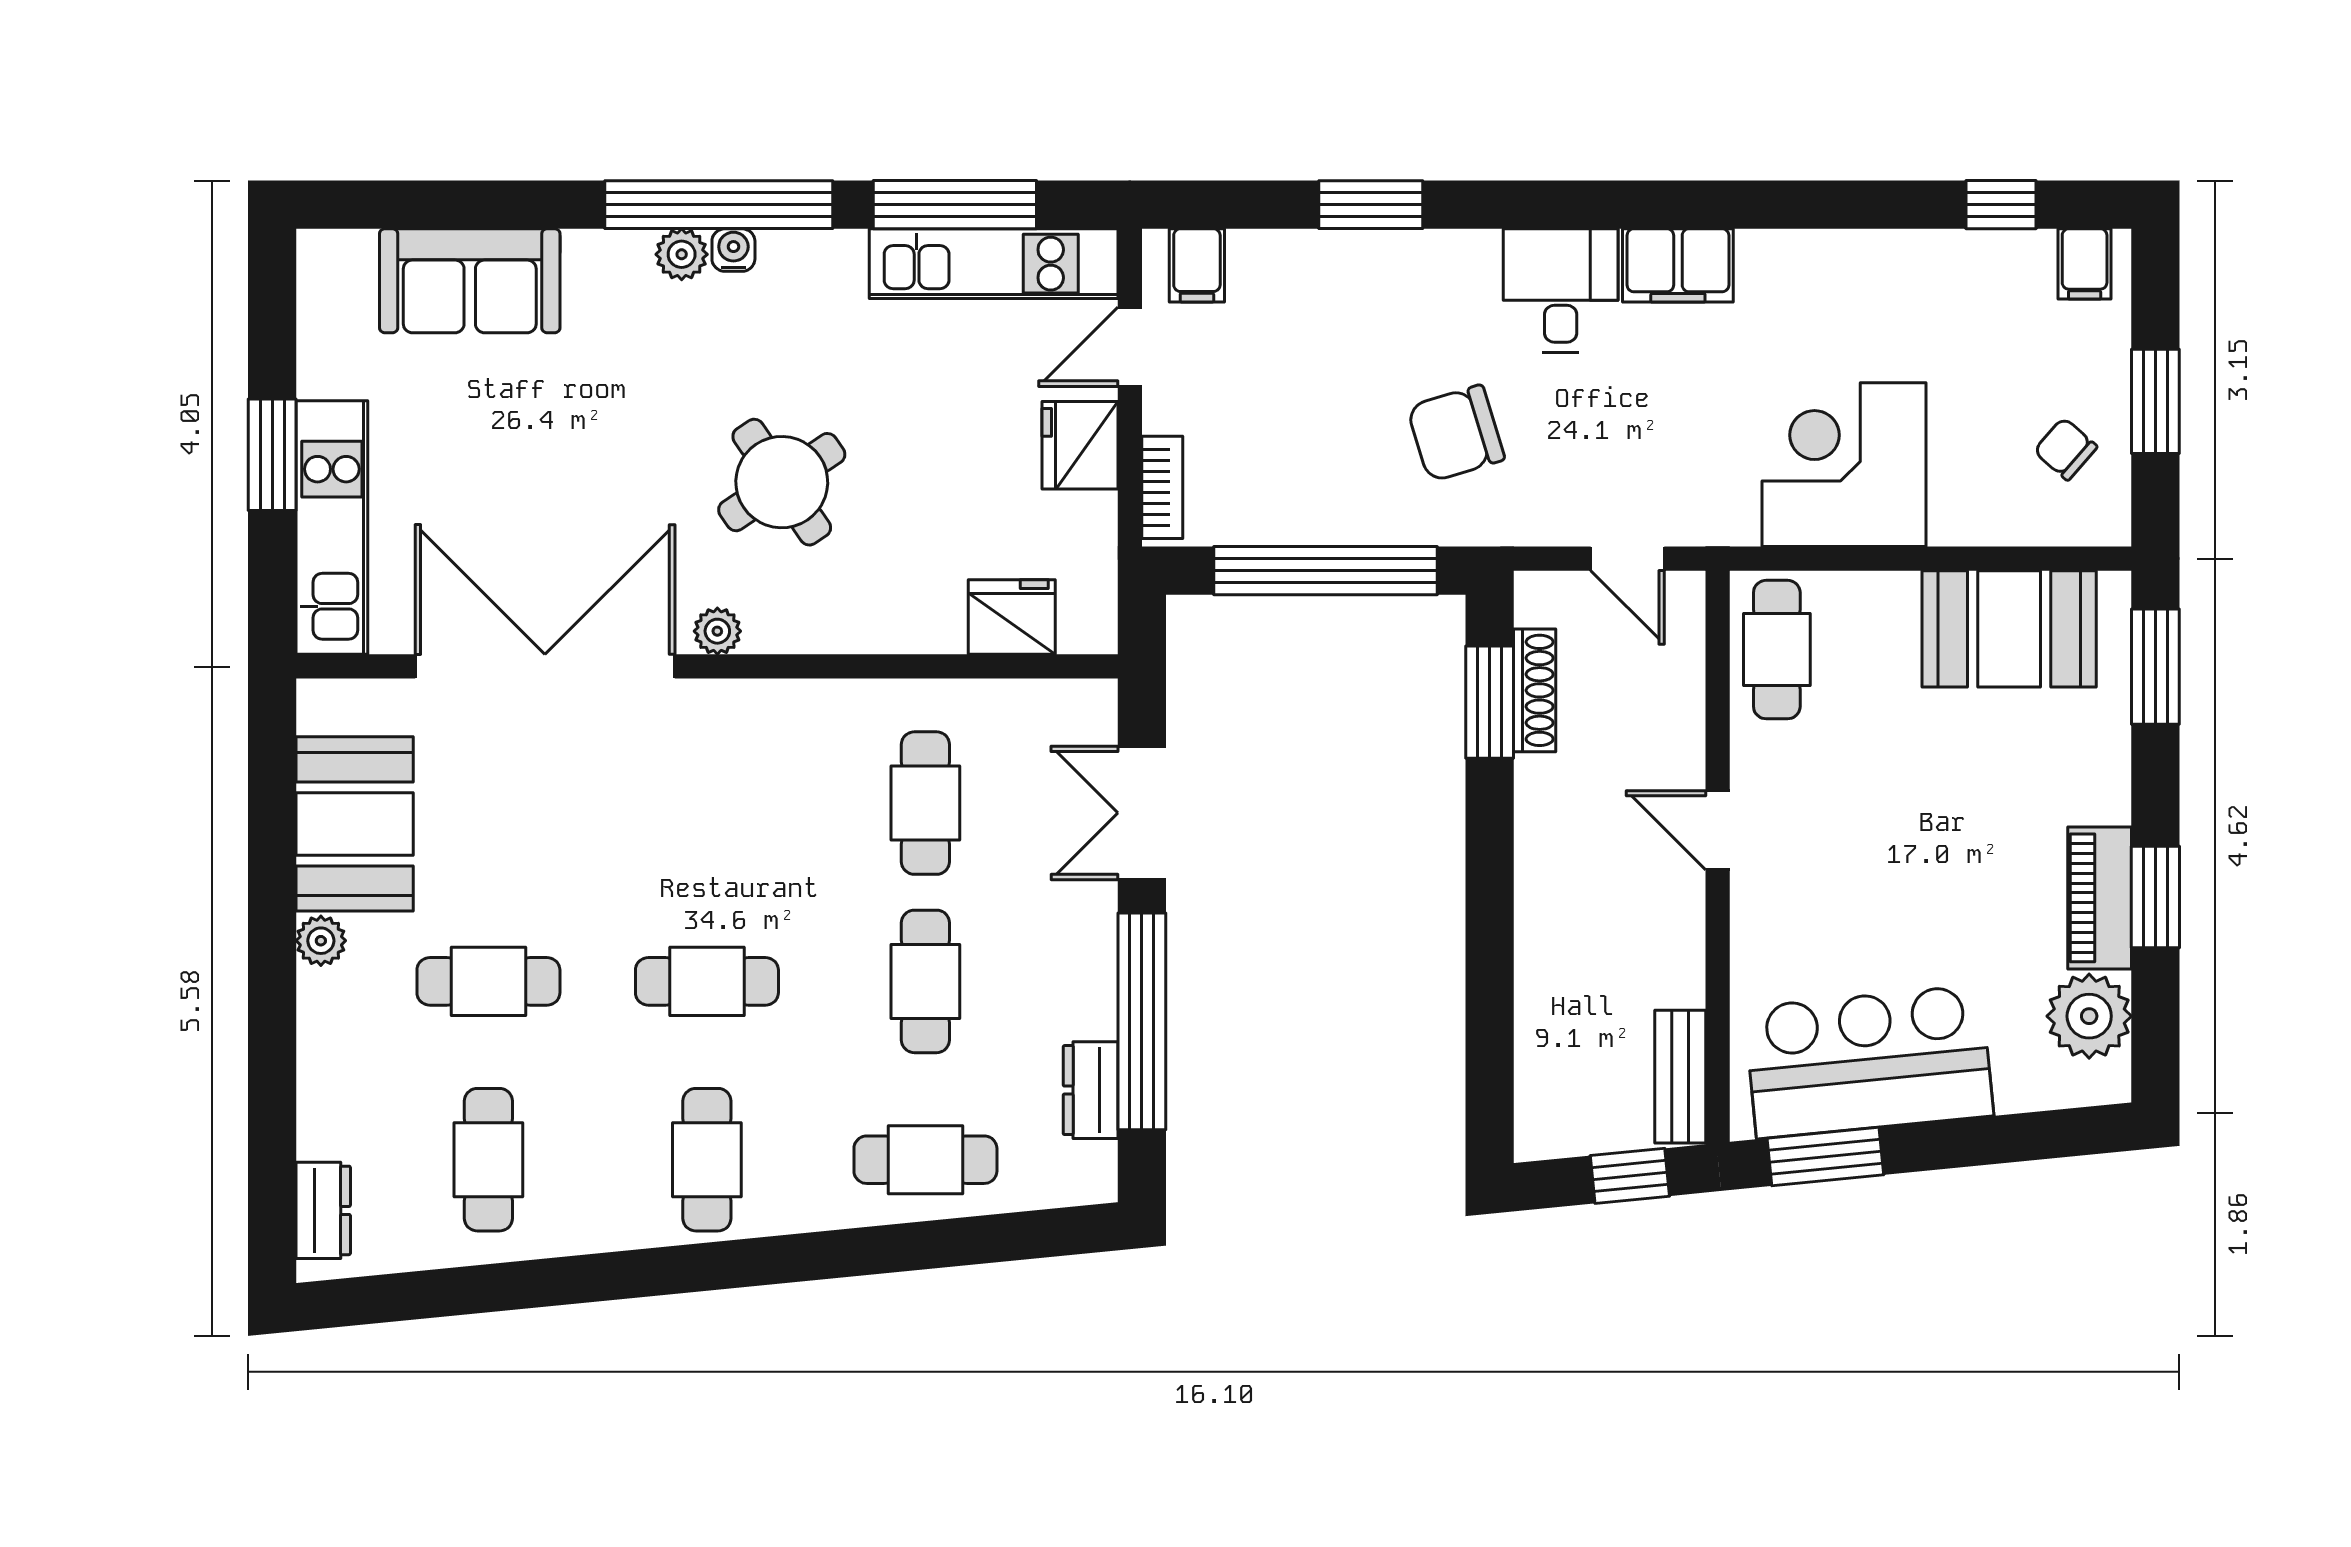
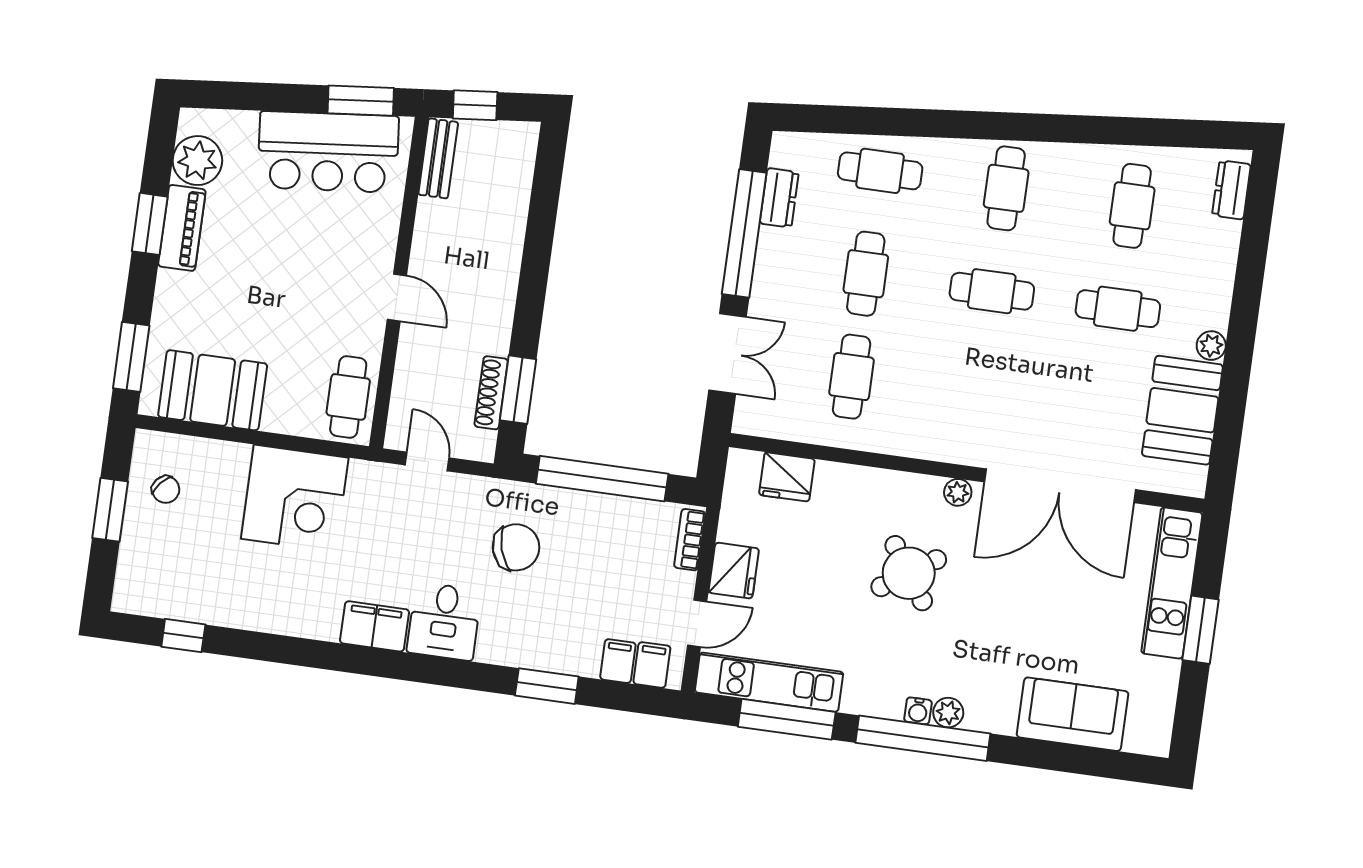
filing cabinet: (2085, 264) -> (618, 661), moved

